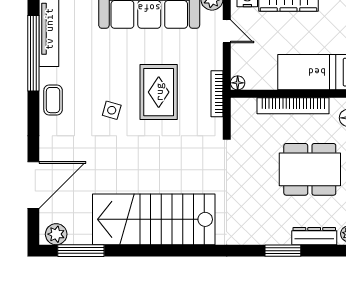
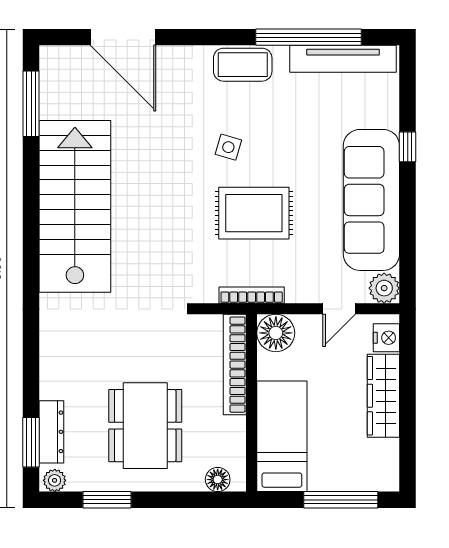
floor lamp: (238, 83) -> (276, 333), width x1.89, depth x1.89
coffee table: (53, 100) -> (243, 65), width x1.36, depth x1.30
bookcase: (293, 106) -> (235, 365), moved
plant: (56, 234) -> (54, 69), removed
window: (283, 251) -> (31, 442), moved

